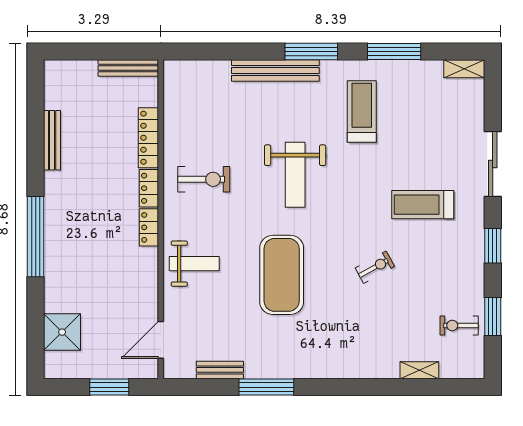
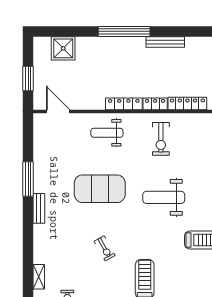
bench: (52, 140) -> (165, 42), moved
locker: (149, 227) -> (124, 104), width x1.53
weight bench: (194, 264) -> (107, 133), turned 90
bench: (220, 370) -> (39, 208), moved

